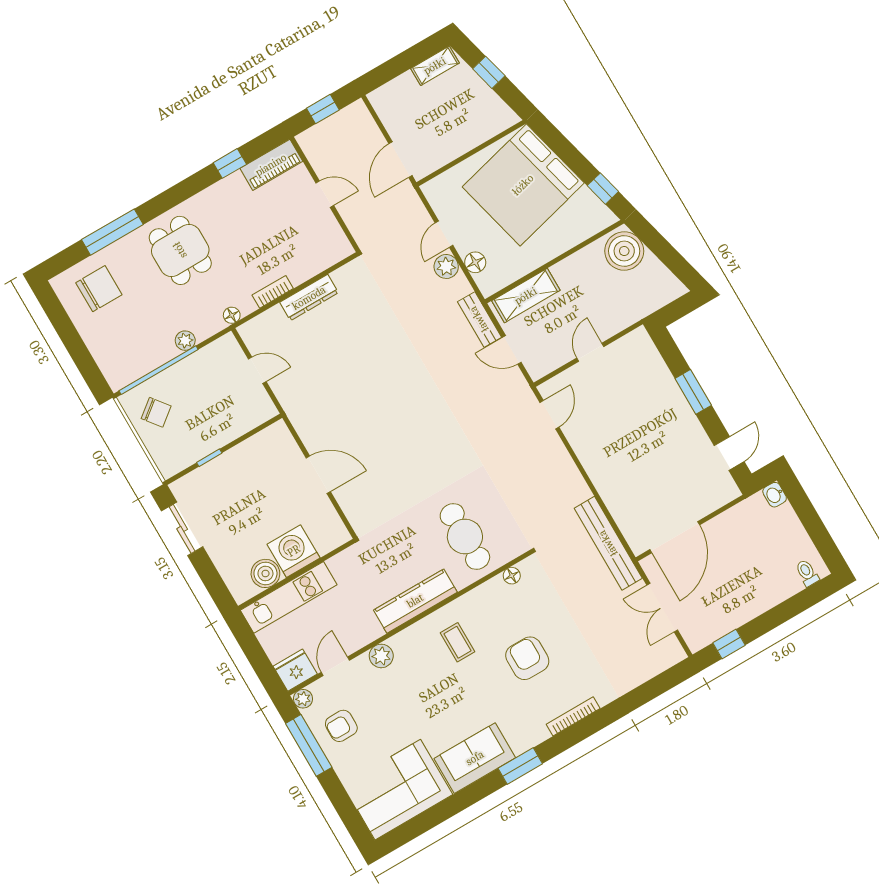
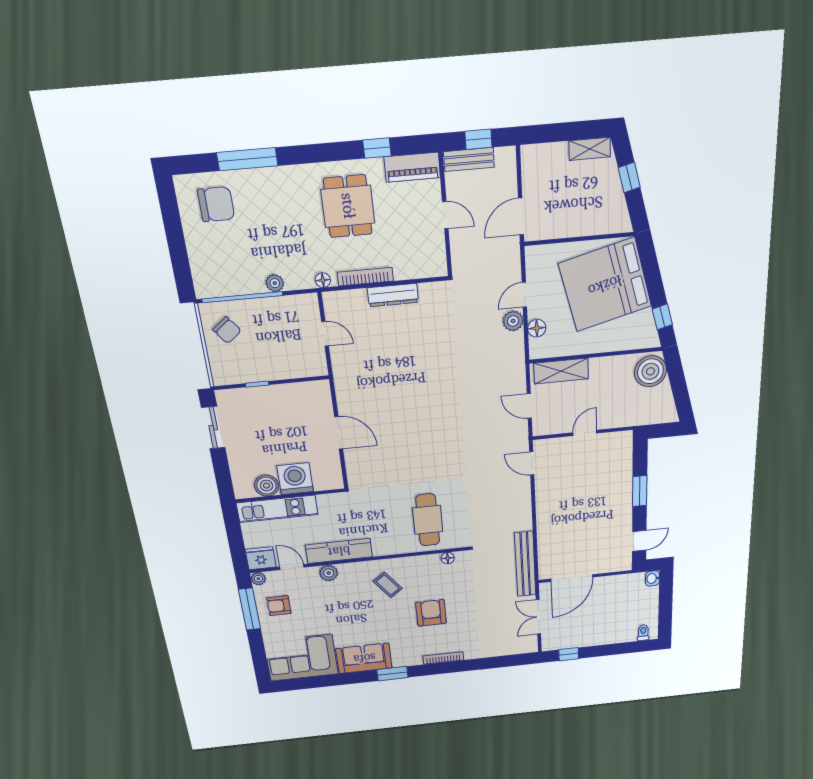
dining table: (180, 250) -> (348, 206), moved
bookcase: (273, 292) -> (365, 277), width x1.56
bench: (479, 319) -> (469, 159), moved, turned 90
door: (549, 415) -> (532, 463), swing flipped
kitchen counter: (415, 601) -> (339, 551), moved
coffee table: (457, 642) -> (388, 585), turned -37
door: (335, 666) -> (292, 567), hinge flipped

